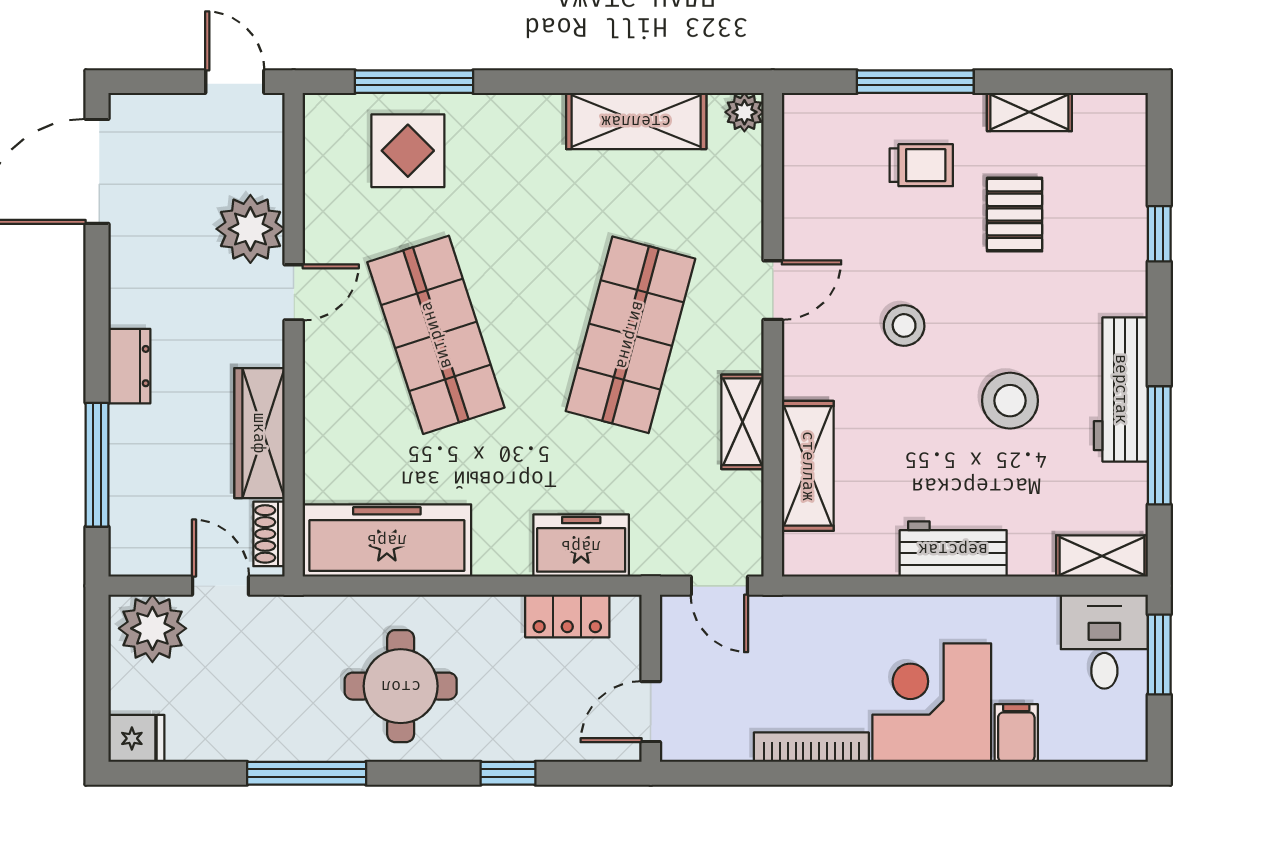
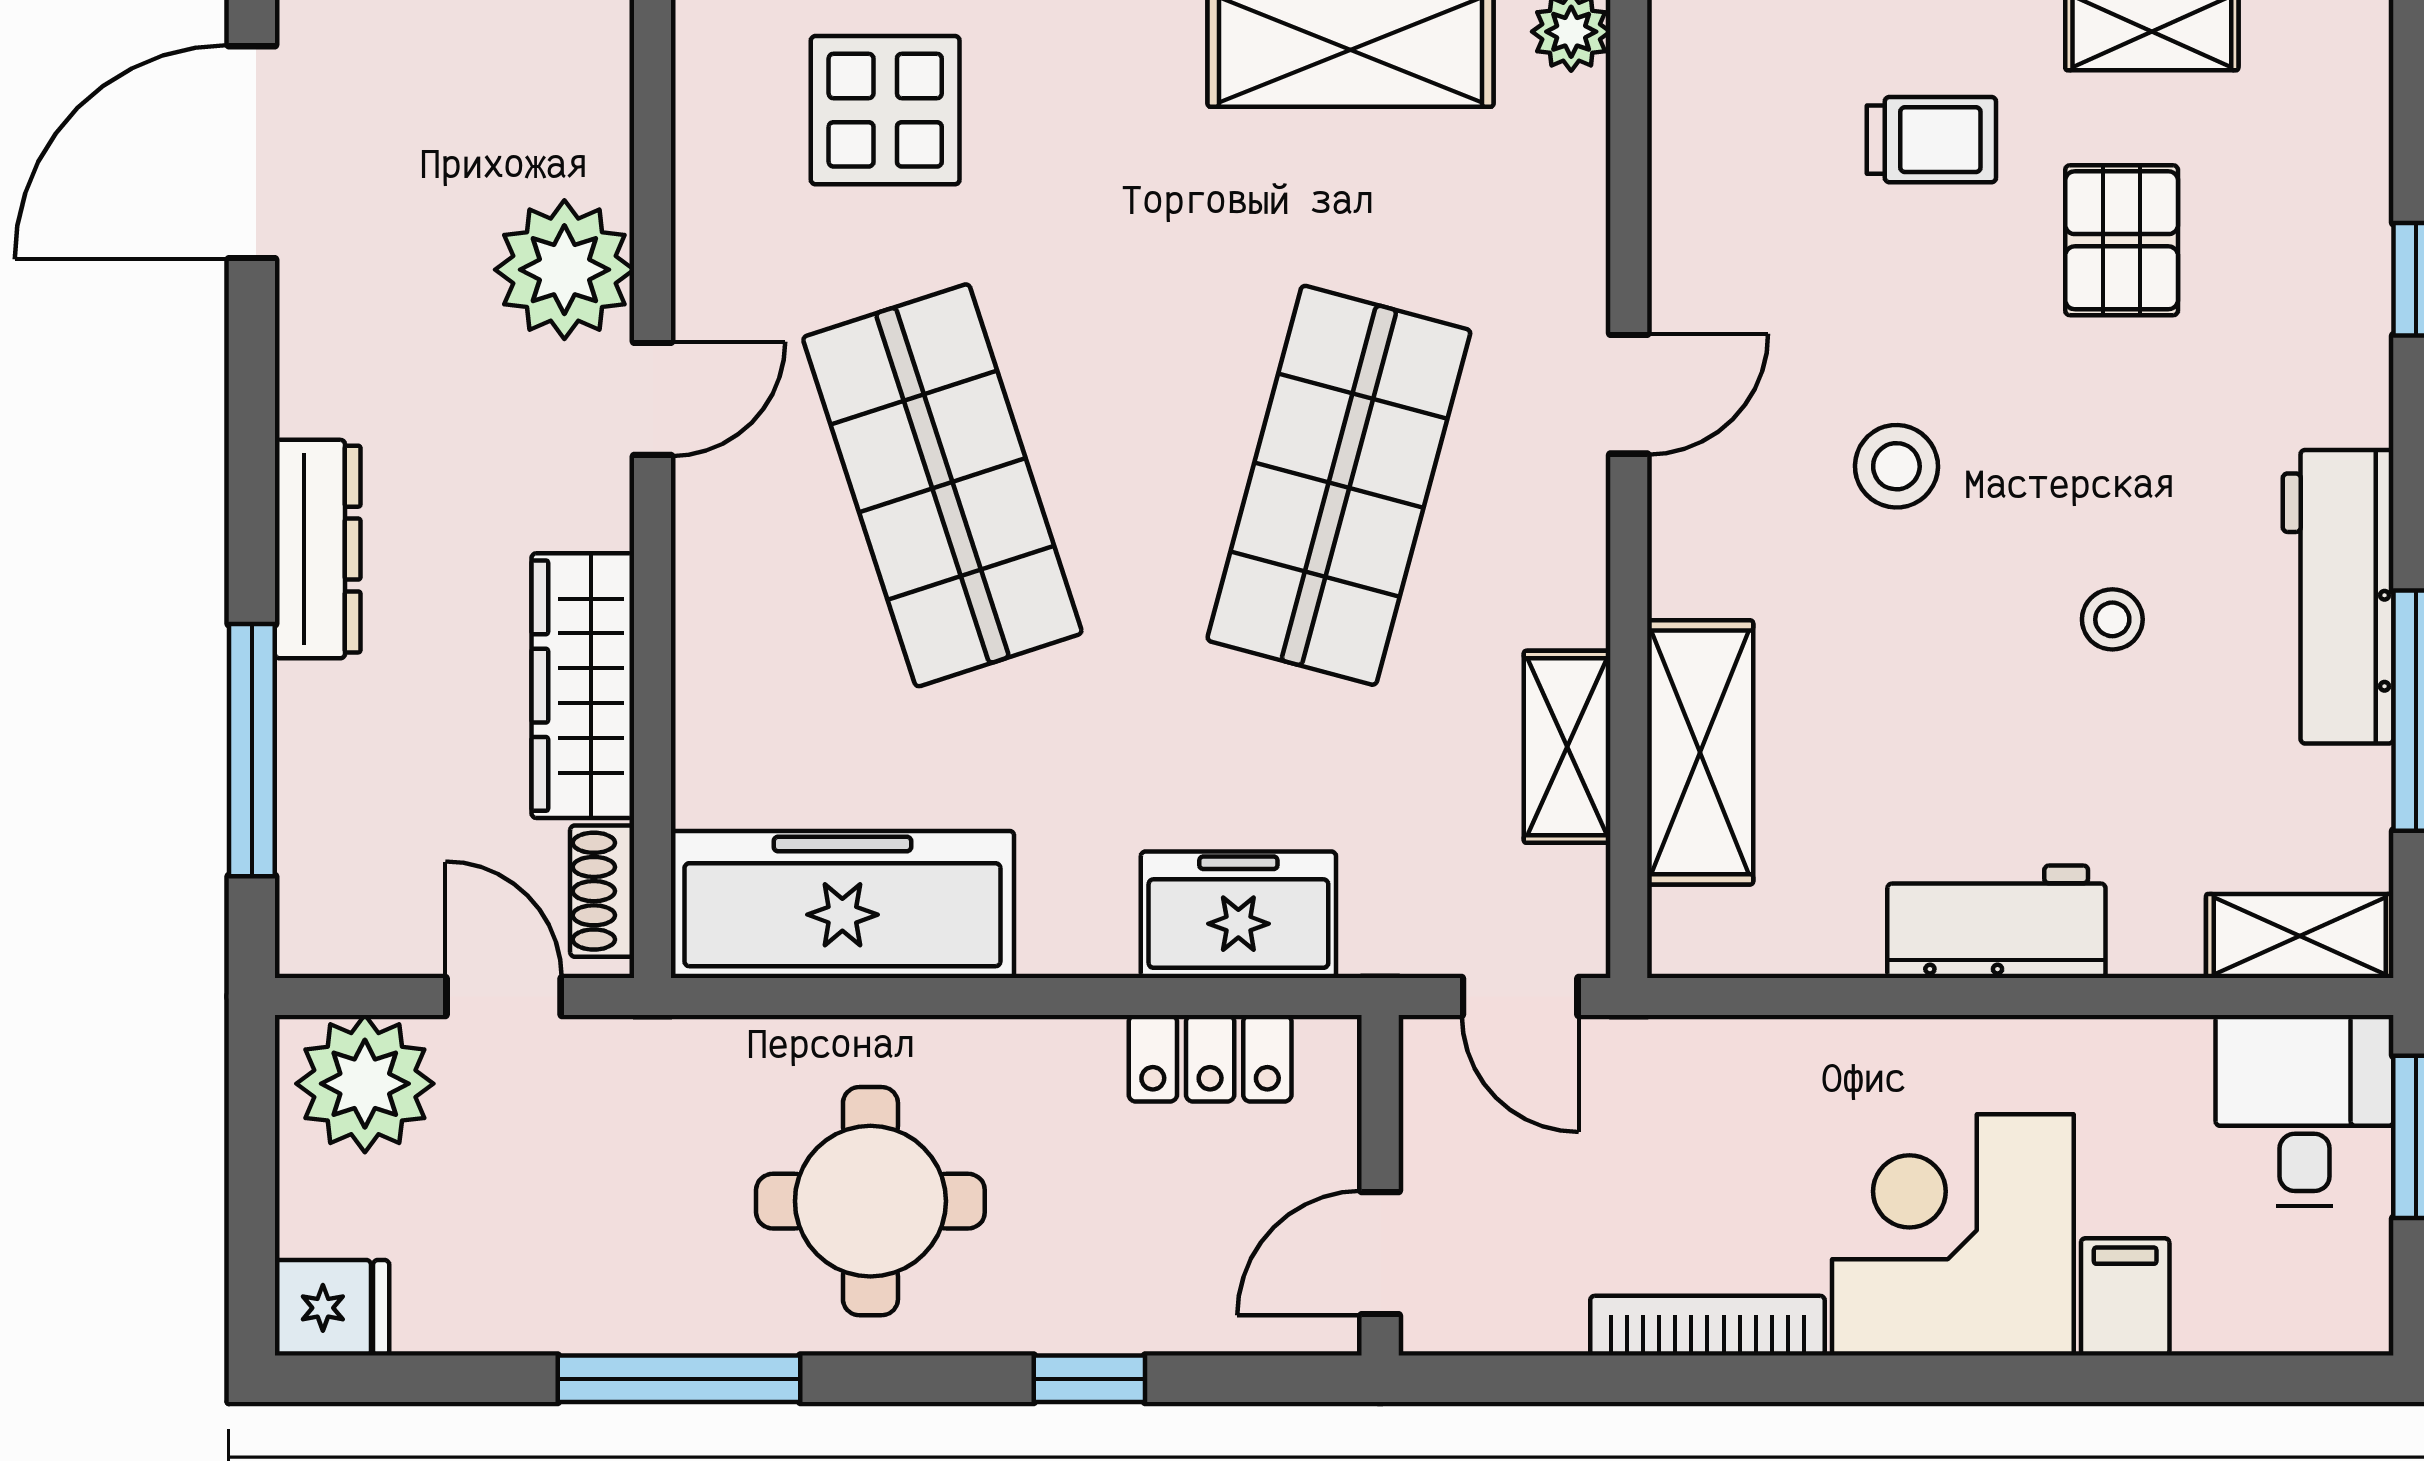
dresser: (129, 366) -> (318, 549), width x1.44
stool: (1010, 401) -> (2112, 619), width x0.53, depth x0.53
shelving: (742, 422) -> (1567, 747), moved

